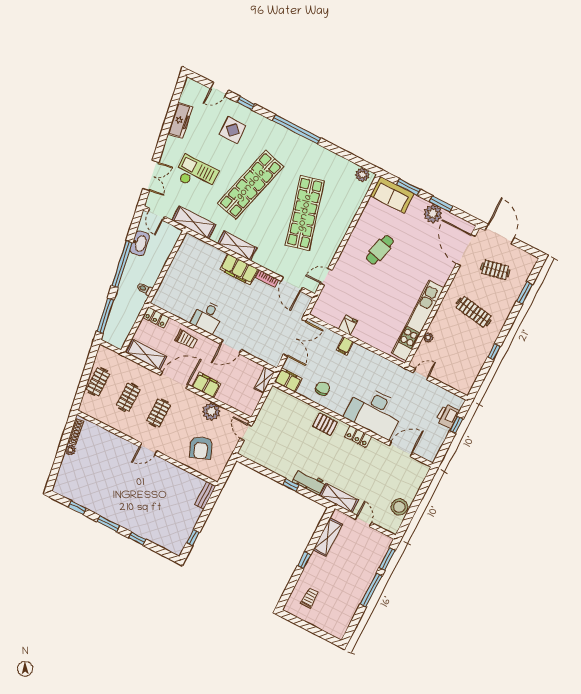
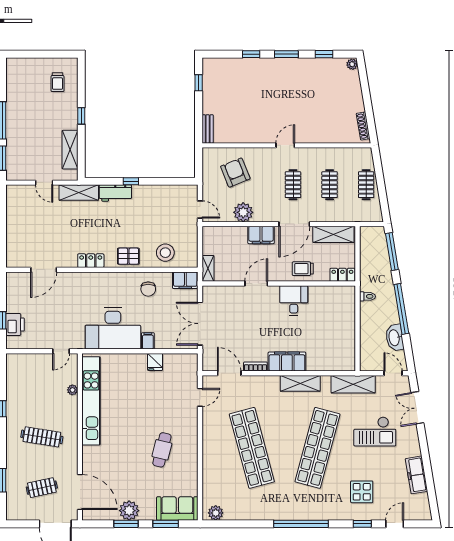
desk: (374, 412) -> (113, 328), moved, turned 180
plant: (70, 450) -> (352, 64), moved
stool: (399, 507) -> (165, 253), moved

